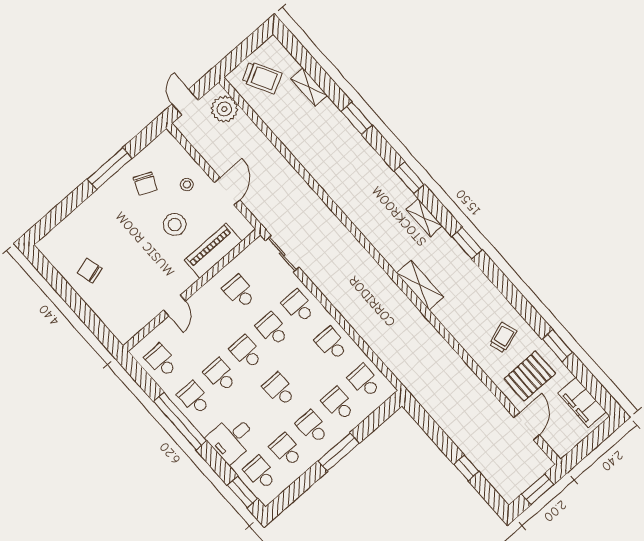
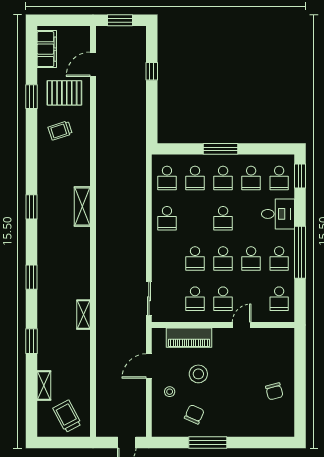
plant: (224, 109) -> (107, 417), removed
shelving: (424, 218) -> (84, 315), moved
school desk: (299, 306) -> (223, 299), moved

